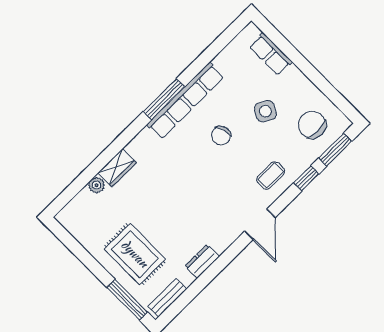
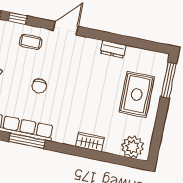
chair: (221, 135) -> (39, 86), moved, turned 106
plant: (97, 185) -> (133, 147), moved, width x1.88, depth x1.88
bench: (167, 298) -> (151, 56), removed

